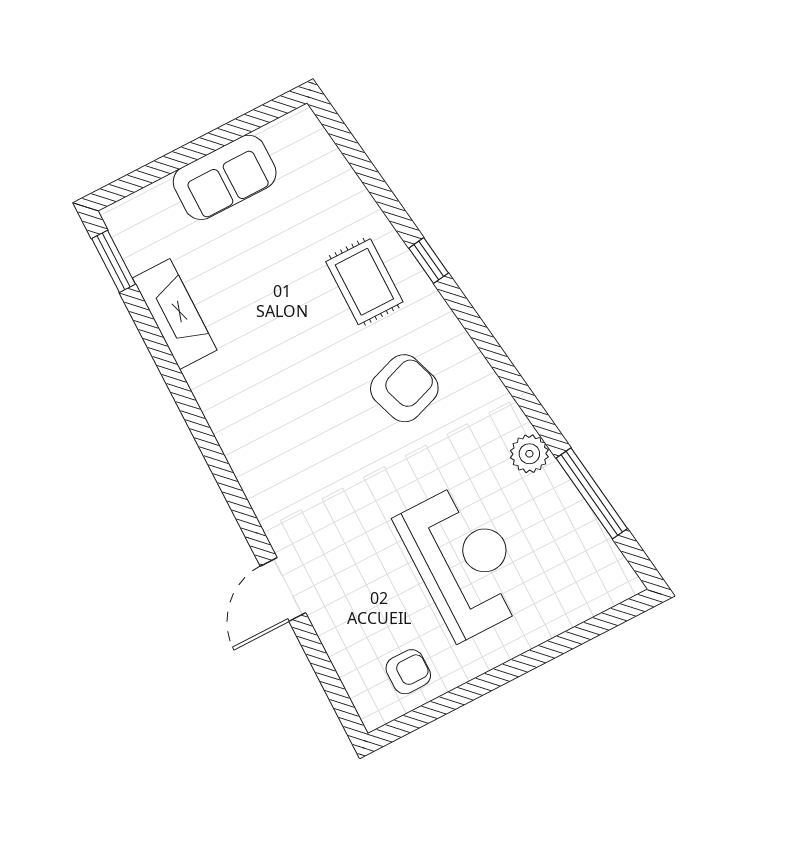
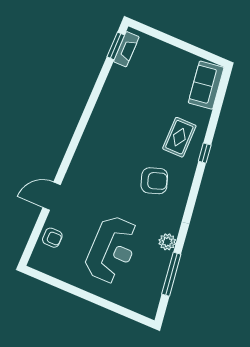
sofa: (225, 177) -> (206, 85), moved, turned 82
fireplace: (175, 314) -> (126, 49), moved, width x0.73, depth x0.76
armchair: (408, 672) -> (52, 238), moved

